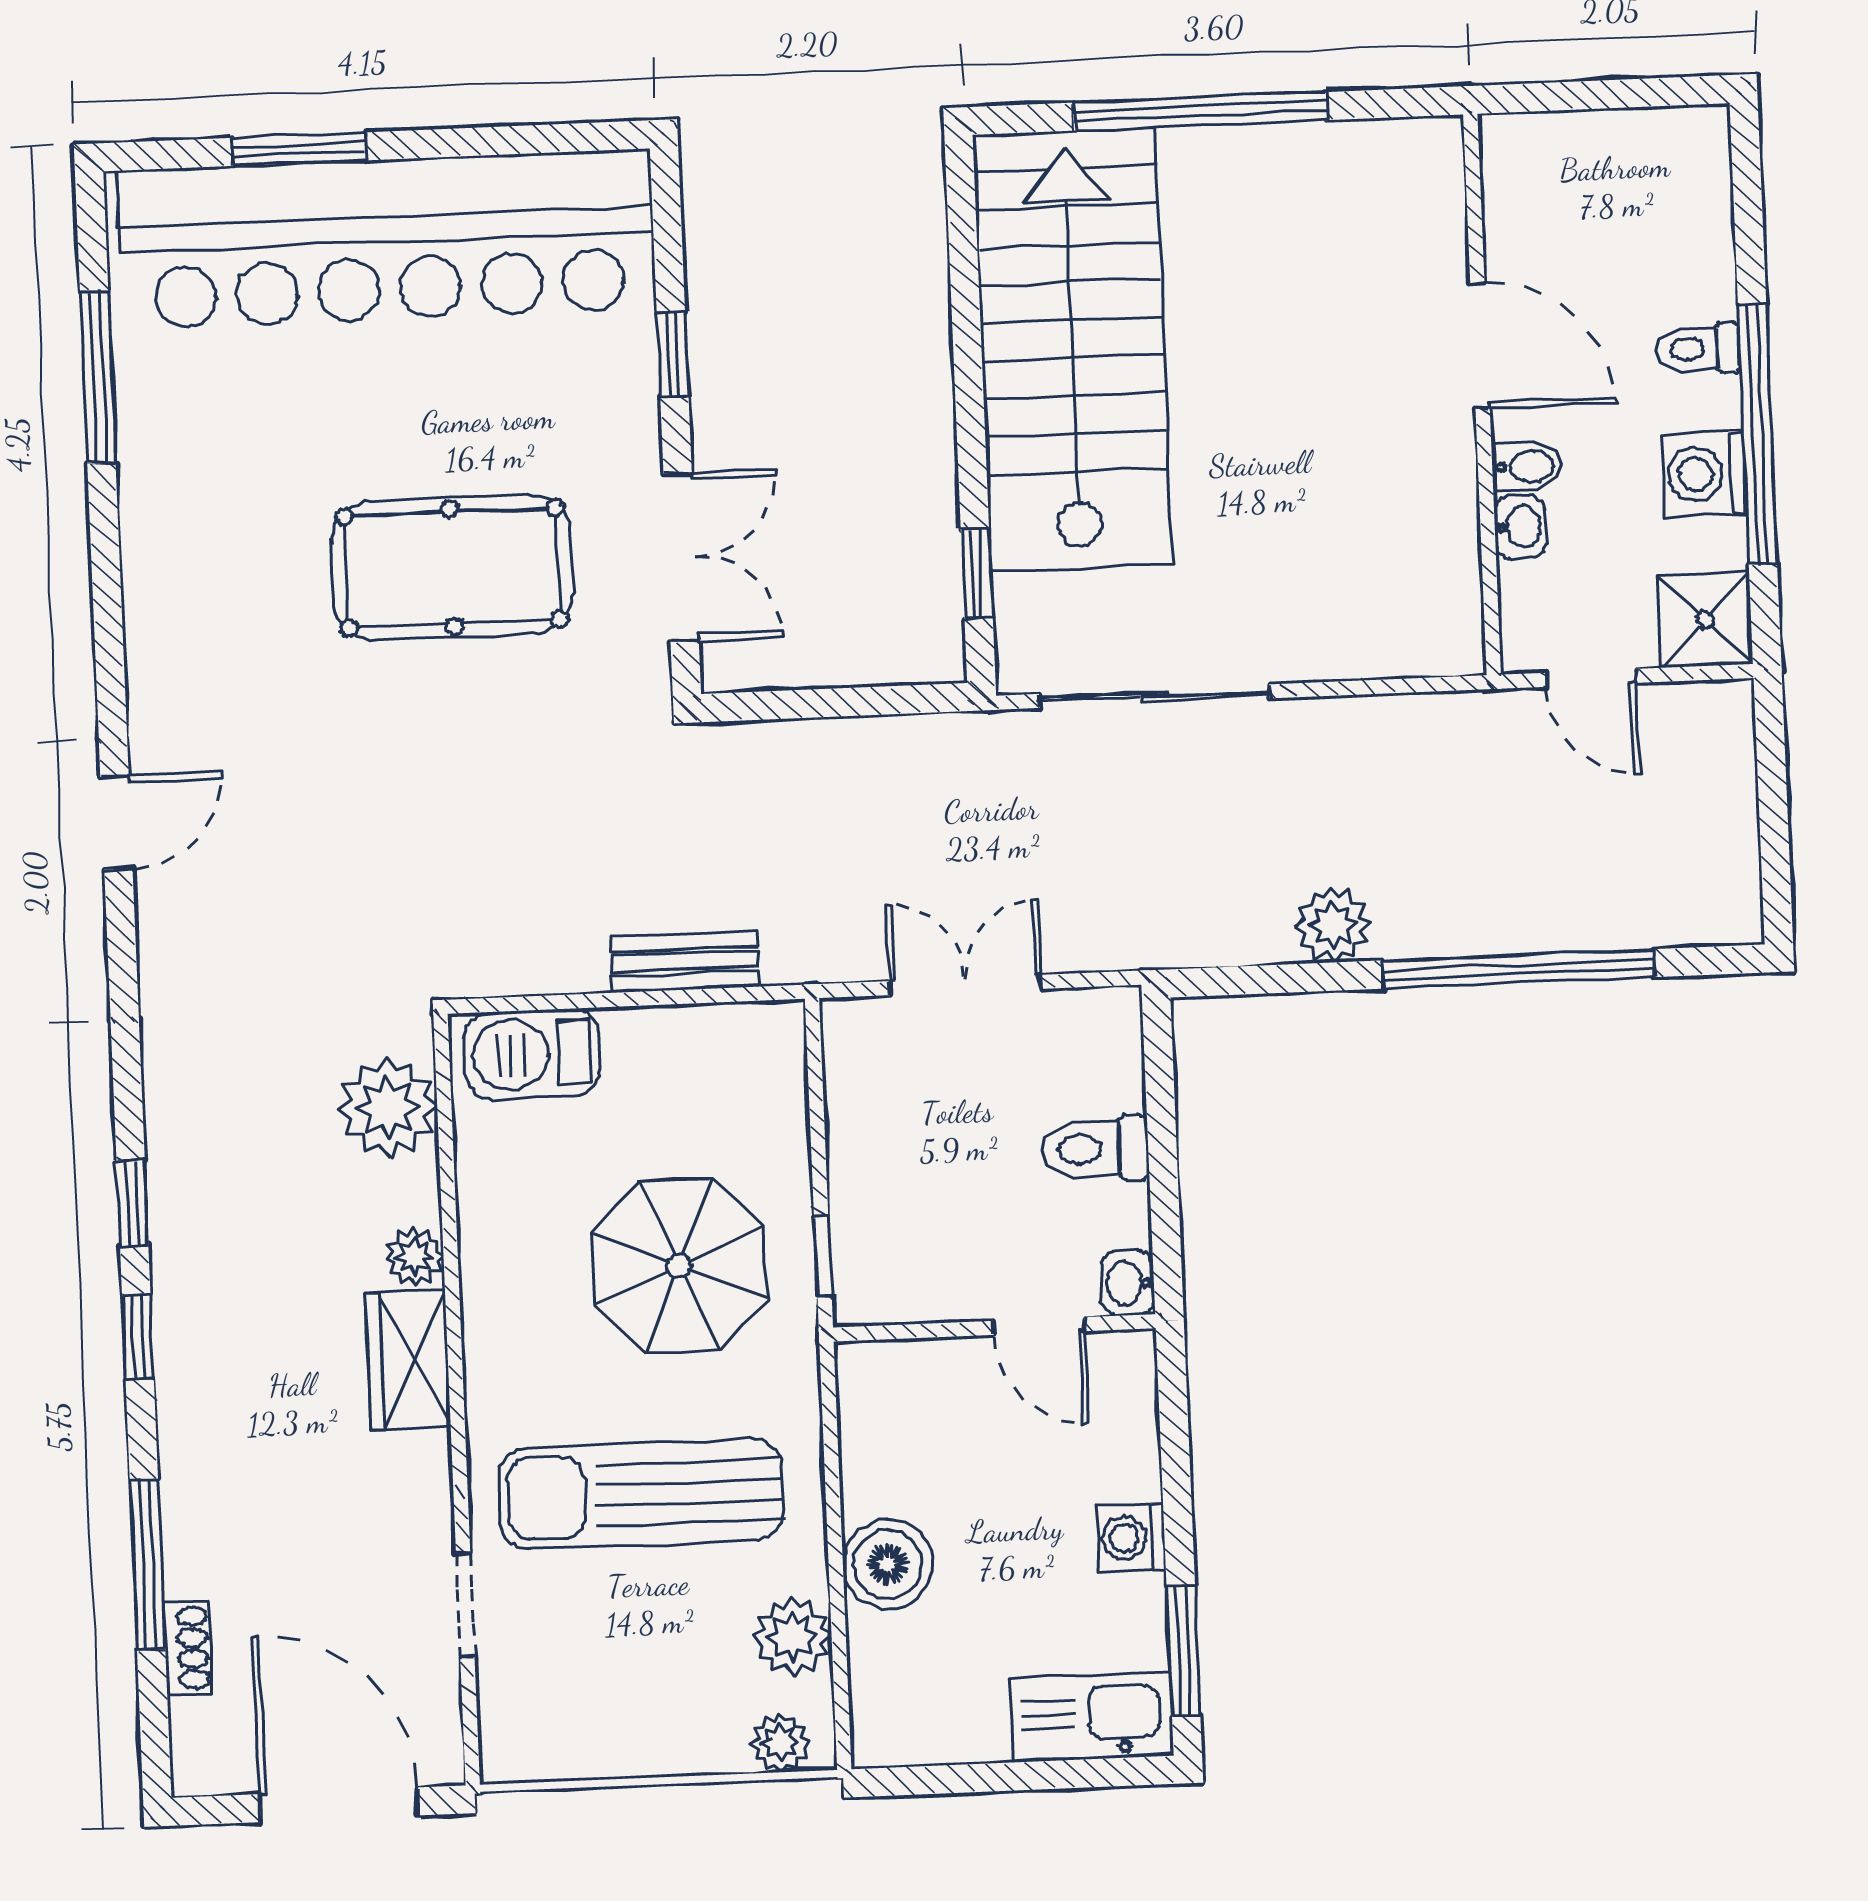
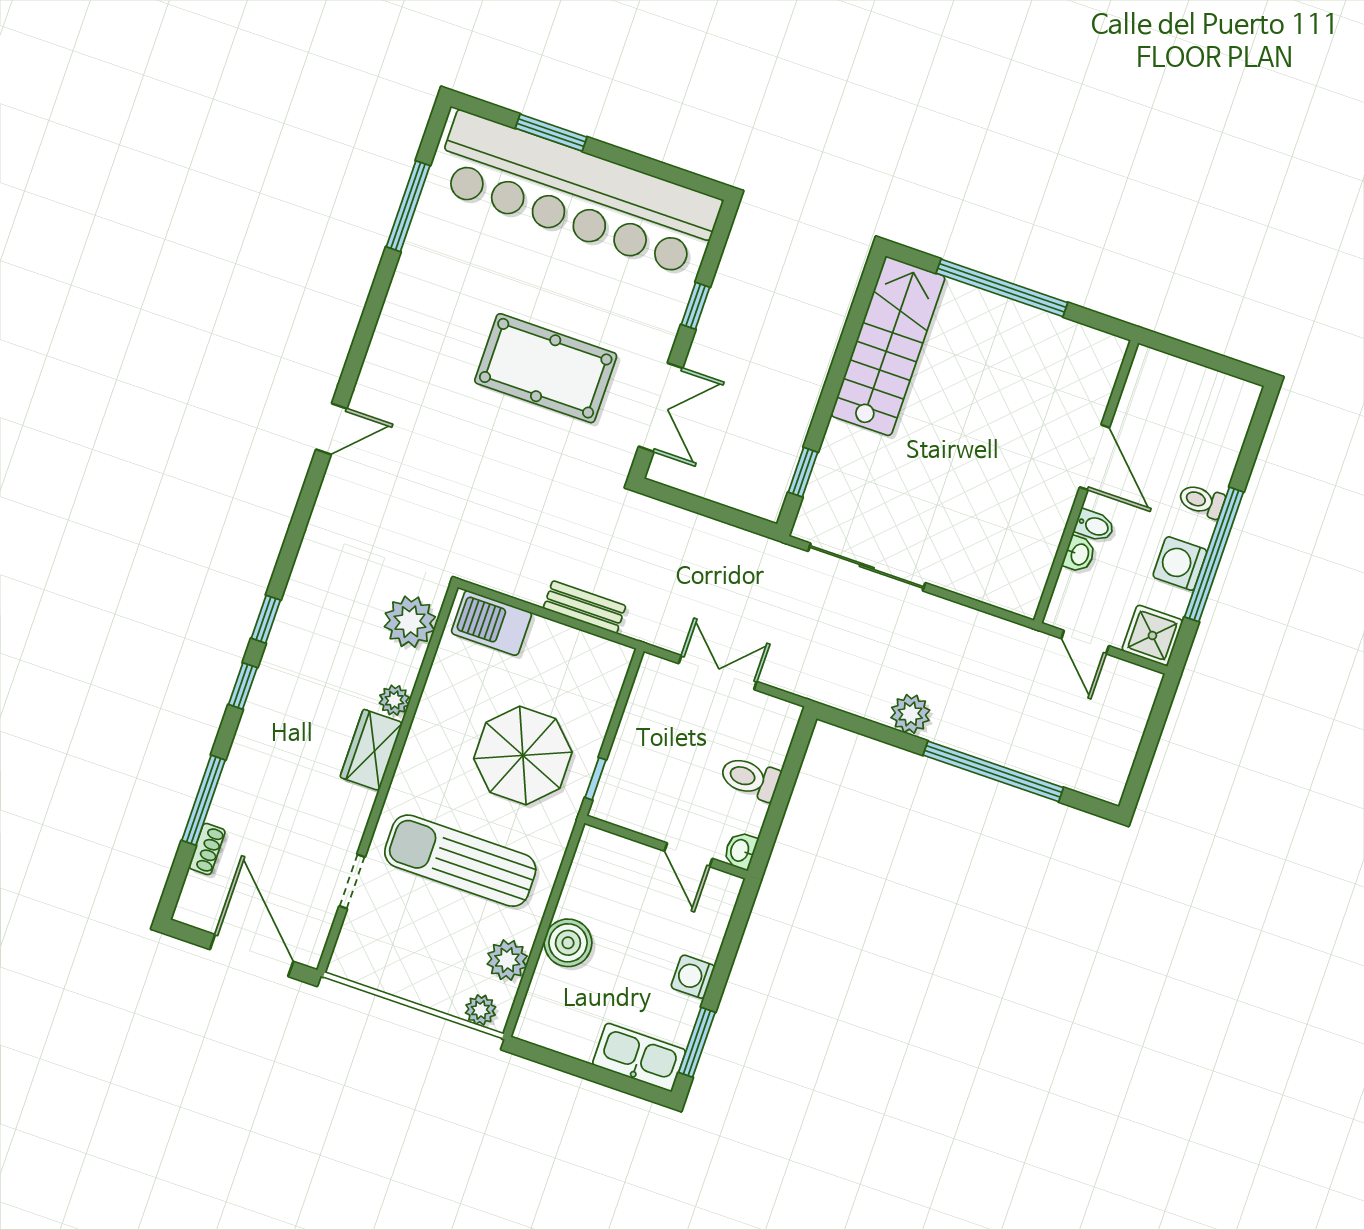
stairs: (1073, 349) -> (888, 346), width x0.73, depth x0.66

